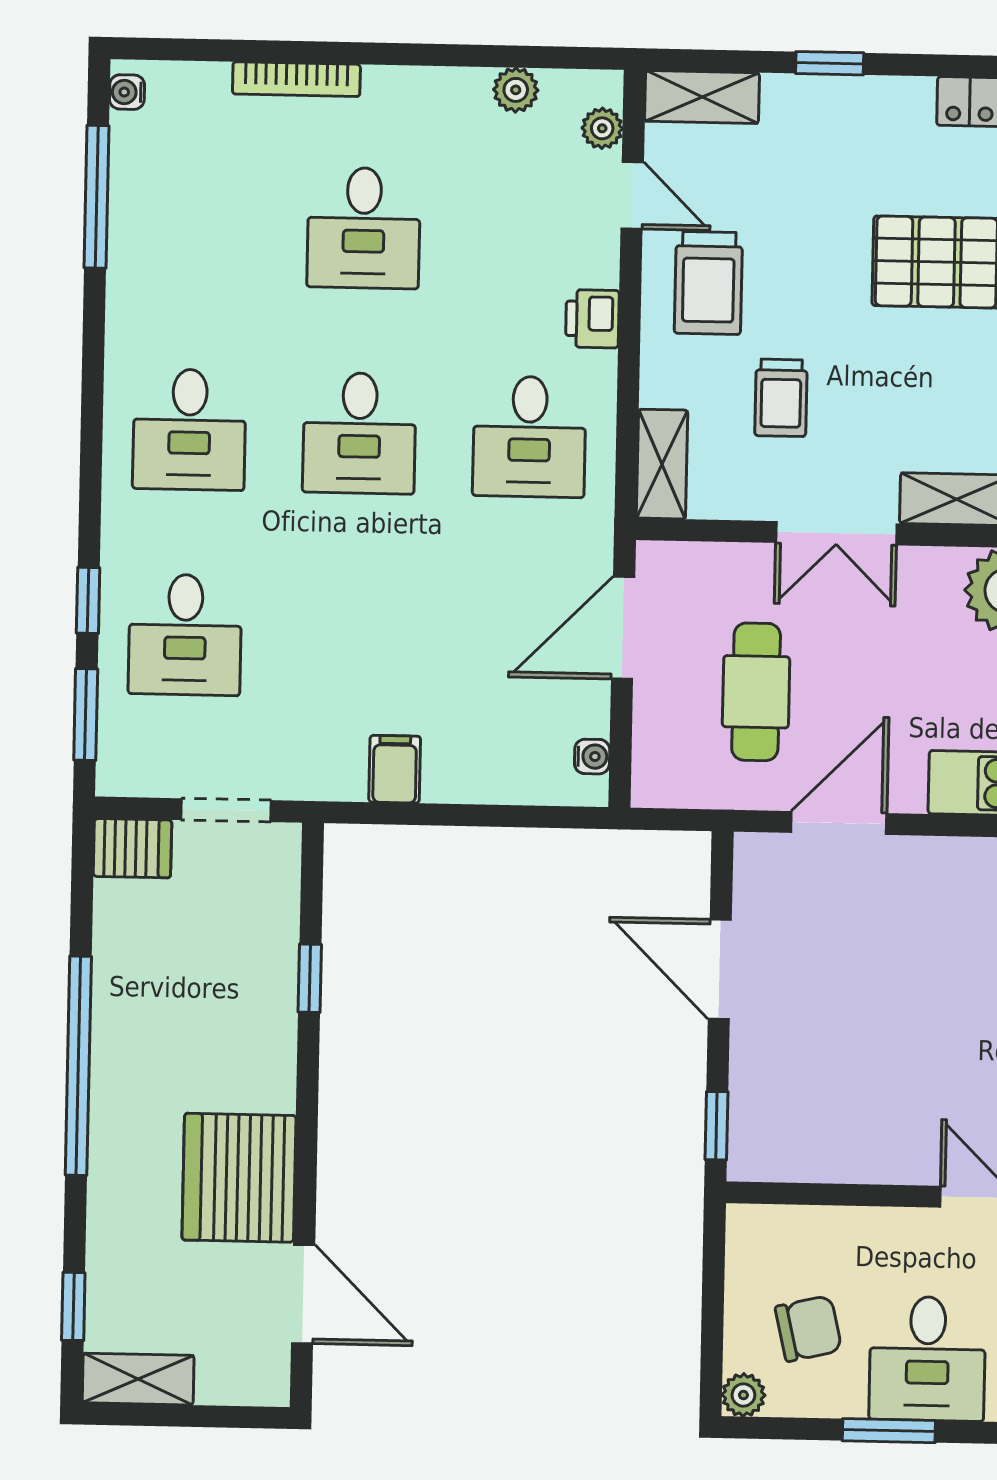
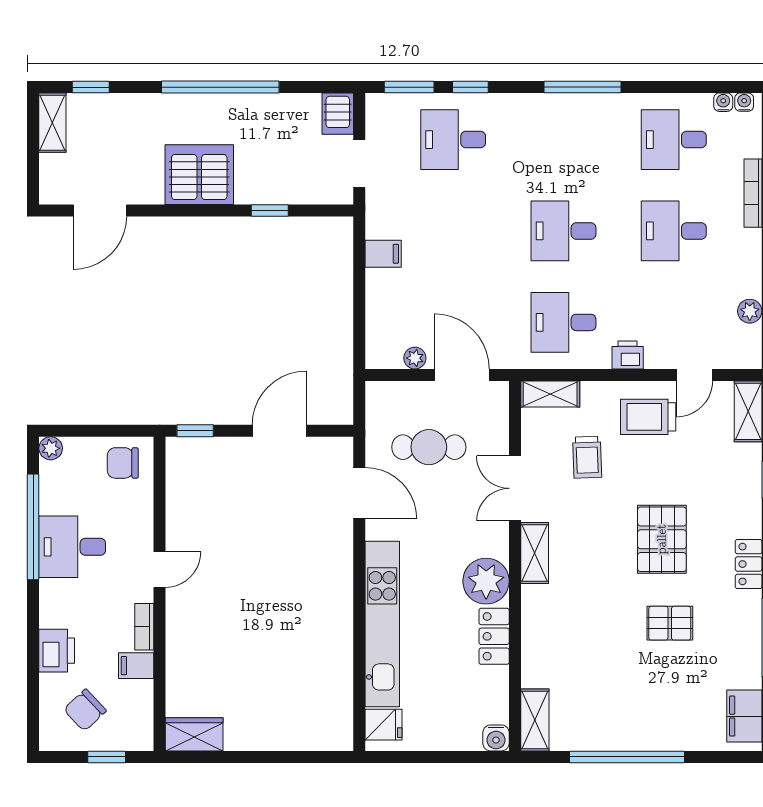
plant: (602, 128) -> (415, 358), moved
window: (97, 197) -> (583, 87), moved
trolley: (781, 398) -> (587, 457), turned -92
desk: (189, 430) -> (674, 140), moved
water cooler: (592, 757) -> (723, 102), moved, turned 180
server rack: (239, 1178) -> (199, 175), moved
chair: (809, 1328) -> (123, 463), moved, turned 103
window: (889, 1431) -> (33, 527), width x2.11

